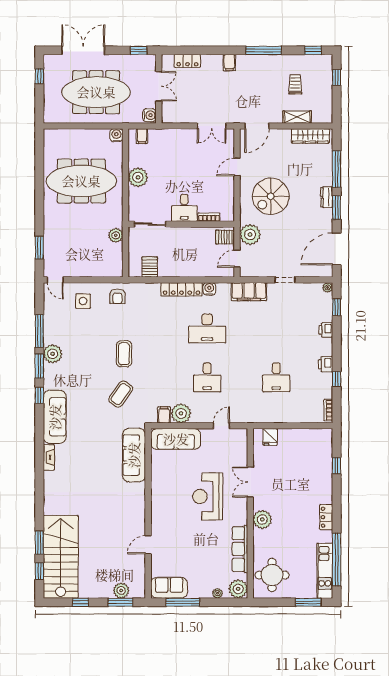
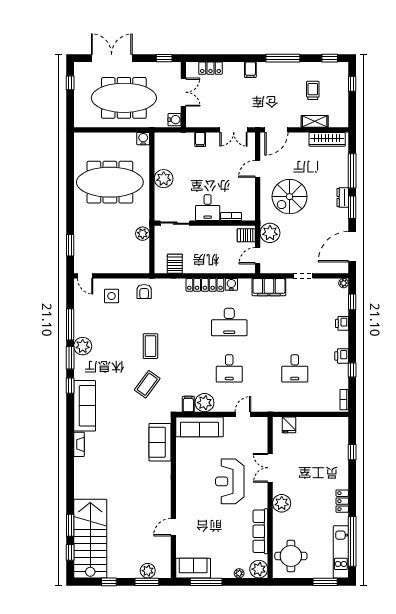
filing cabinet: (142, 136) -> (200, 140), moved
sofa: (134, 455) -> (160, 442), width x0.73

